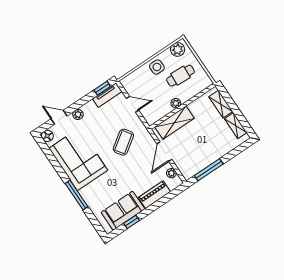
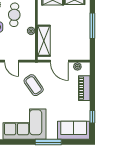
door: (132, 104) -> (12, 61), swing flipped
window: (209, 170) -> (92, 26), moved
sofa: (123, 211) -> (74, 130), moved, turned 90

